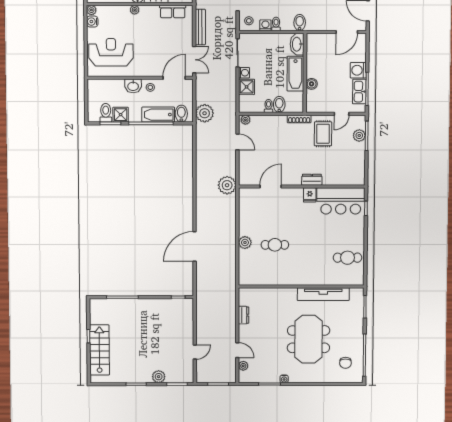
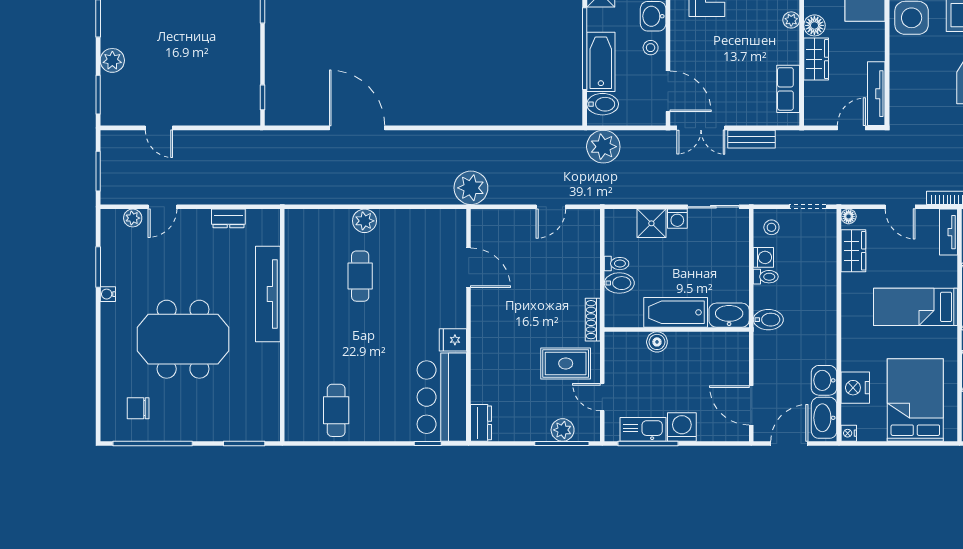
bench: (200, 27) -> (752, 139), width x0.73
plant: (245, 120) -> (591, 221), removed
dresser: (312, 180) -> (481, 423), moved
tv unit: (323, 294) -> (268, 294), moved

